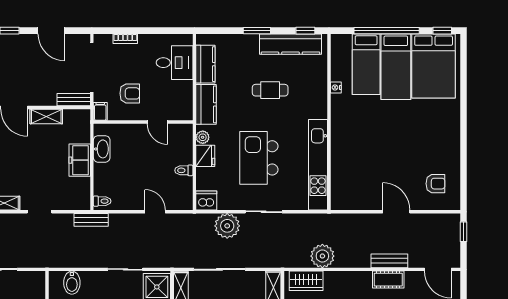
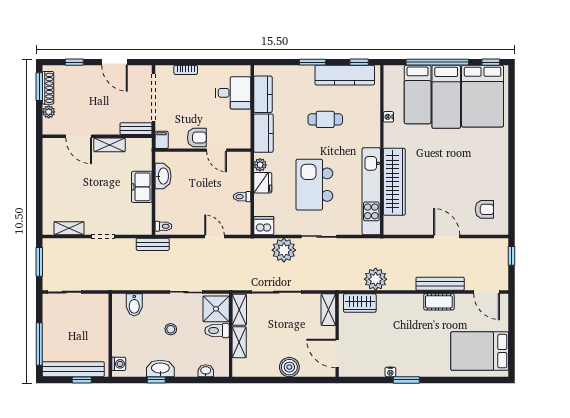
armchair: (130, 93) -> (197, 138), moved
wardrobe: (342, 155) -> (394, 182), added
bench: (389, 261) -> (440, 284), width x1.36

